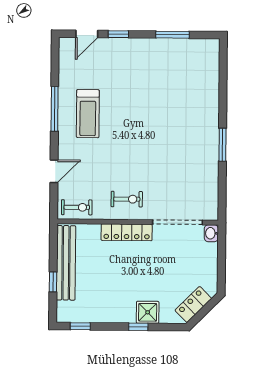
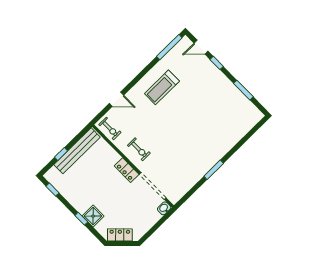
window: (55, 109) -> (169, 47), moved
locker: (127, 232) -> (127, 170), width x0.66

